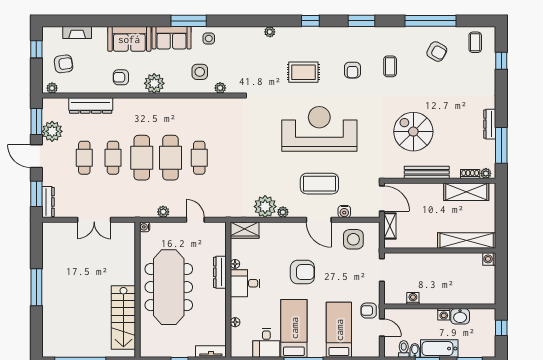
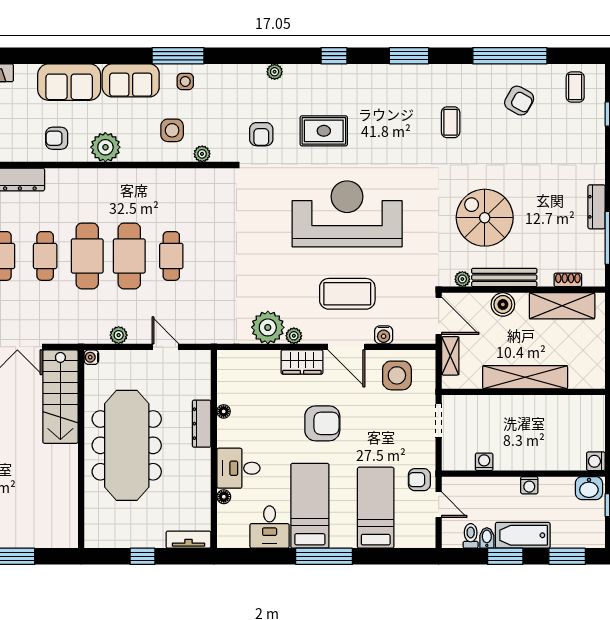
window: (189, 21) -> (178, 56), moved
armchair: (352, 70) -> (261, 134), moved
plant: (486, 173) -> (462, 279), moved
boiler: (426, 191) -> (503, 304), added
wardrobe: (245, 230) -> (302, 362), moved
shelving: (467, 241) -> (525, 377), moved
washing machine: (489, 259) -> (596, 461), moved
desk: (245, 283) -> (238, 468), moved
washbasin: (460, 316) -> (589, 488), moved
stairs: (123, 317) -> (60, 397), moved

